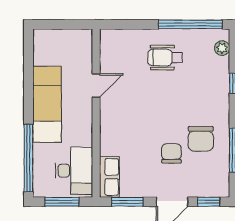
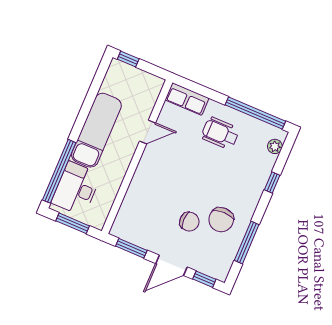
window: (49, 24) -> (128, 59), added
chair: (171, 153) -> (189, 222), turned 90
desk: (74, 171) -> (76, 189), moved, turned 180
row of seats: (109, 177) -> (187, 99), moved, turned 90

